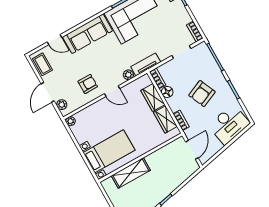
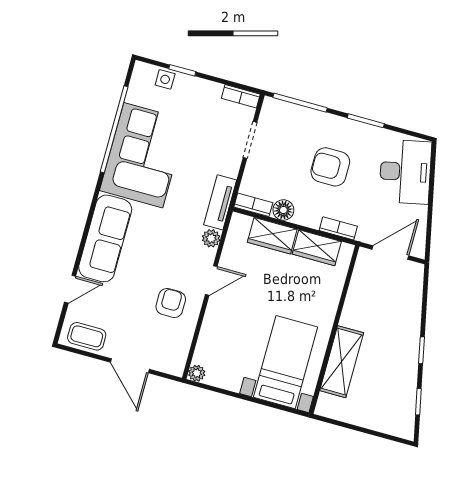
armchair: (202, 94) -> (330, 167), turned 114
plant: (62, 105) -> (164, 363), removed
door: (192, 150) -> (390, 253), hinge flipped

